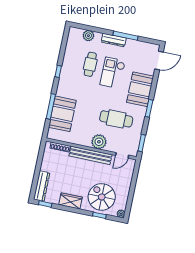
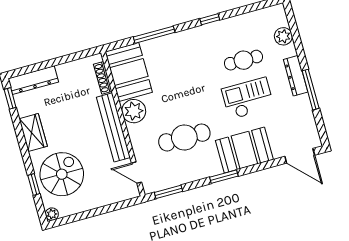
booth: (62, 114) -> (129, 72), moved, turned 90
cafe table: (116, 119) -> (184, 137), turned 90
plant: (99, 142) -> (134, 111), moved

